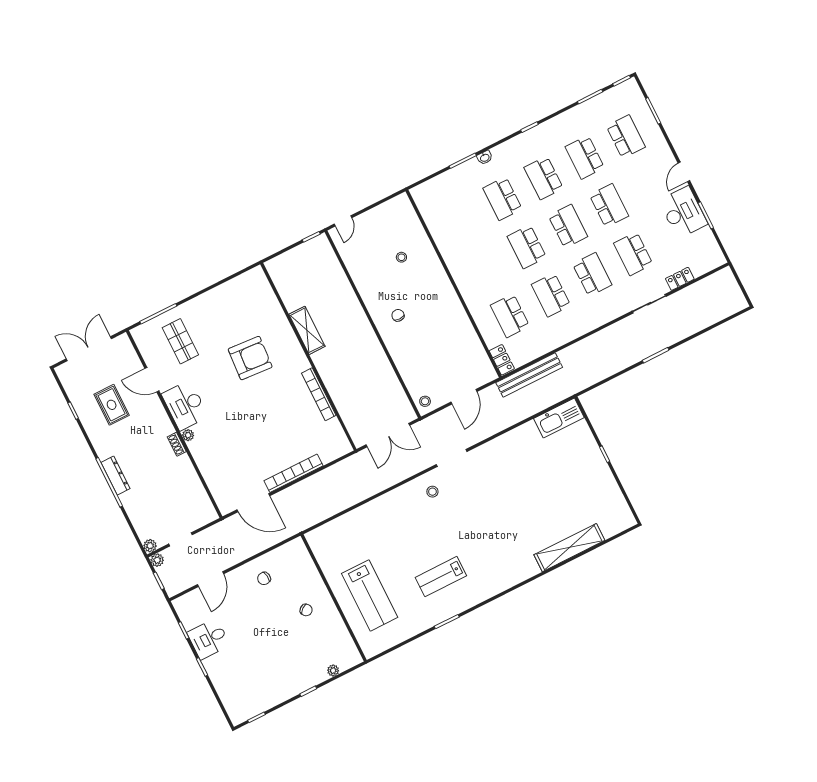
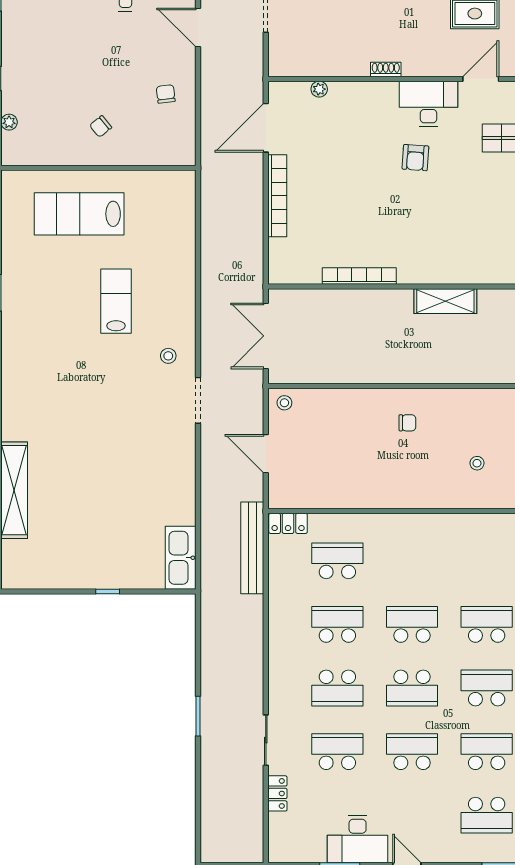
school desk: (609, 205) -> (412, 752), turned 180
armchair: (250, 358) -> (415, 158), moved, width x0.53, depth x0.53
plant: (188, 435) -> (319, 89), moved
lab bench: (441, 577) -> (116, 301), moved

